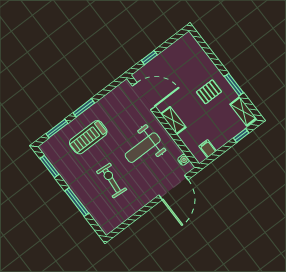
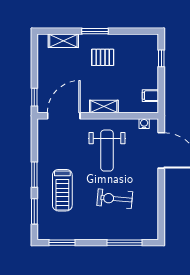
window: (149, 58) -> (34, 97), moved
window: (234, 85) -> (95, 31), moved
pallet: (209, 92) -> (103, 57), turned 90
shelving: (243, 111) -> (63, 41), moved
window: (77, 202) -> (124, 243), moved

